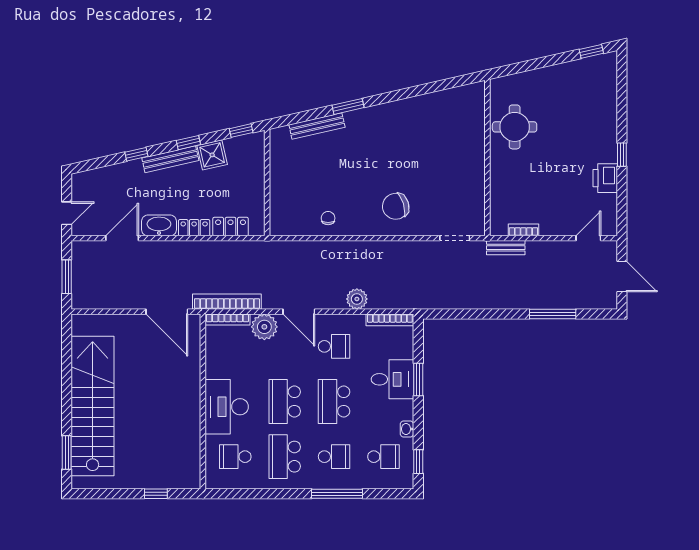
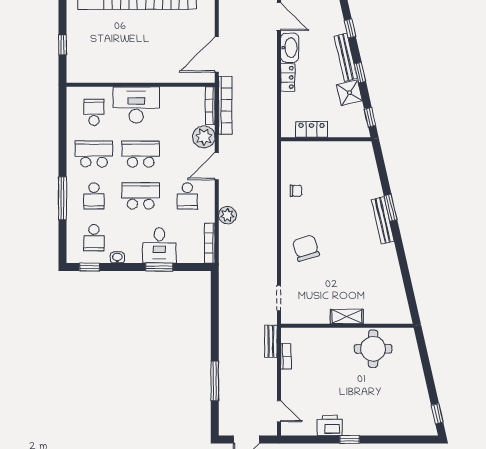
bench: (317, 126) -> (383, 220), moved
shelving: (477, 158) -> (347, 317), added
locker: (231, 227) -> (312, 129), moved, turned -90

